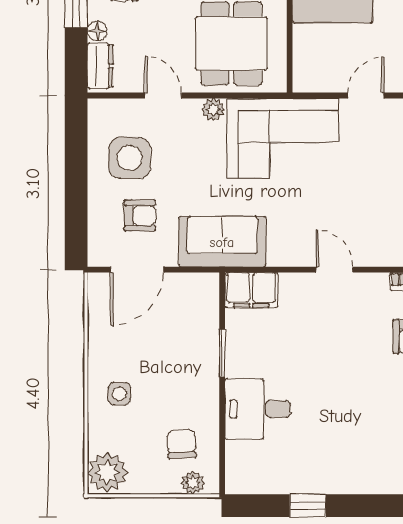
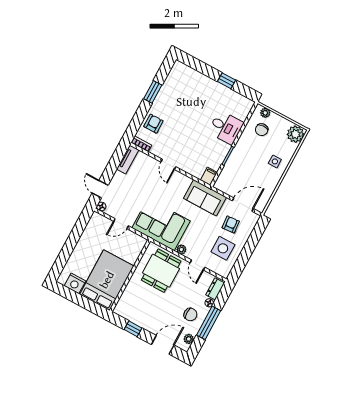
armchair: (140, 215) -> (231, 224), turned 85
filing cabinet: (251, 290) -> (209, 176), width x0.50

